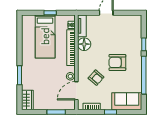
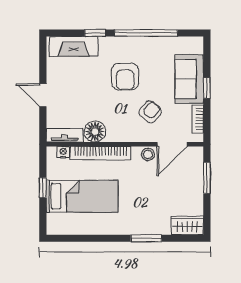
fireplace: (136, 31) -> (74, 46), added
door: (76, 91) -> (172, 144), hinge flipped
sofa: (127, 101) -> (189, 79), moved

